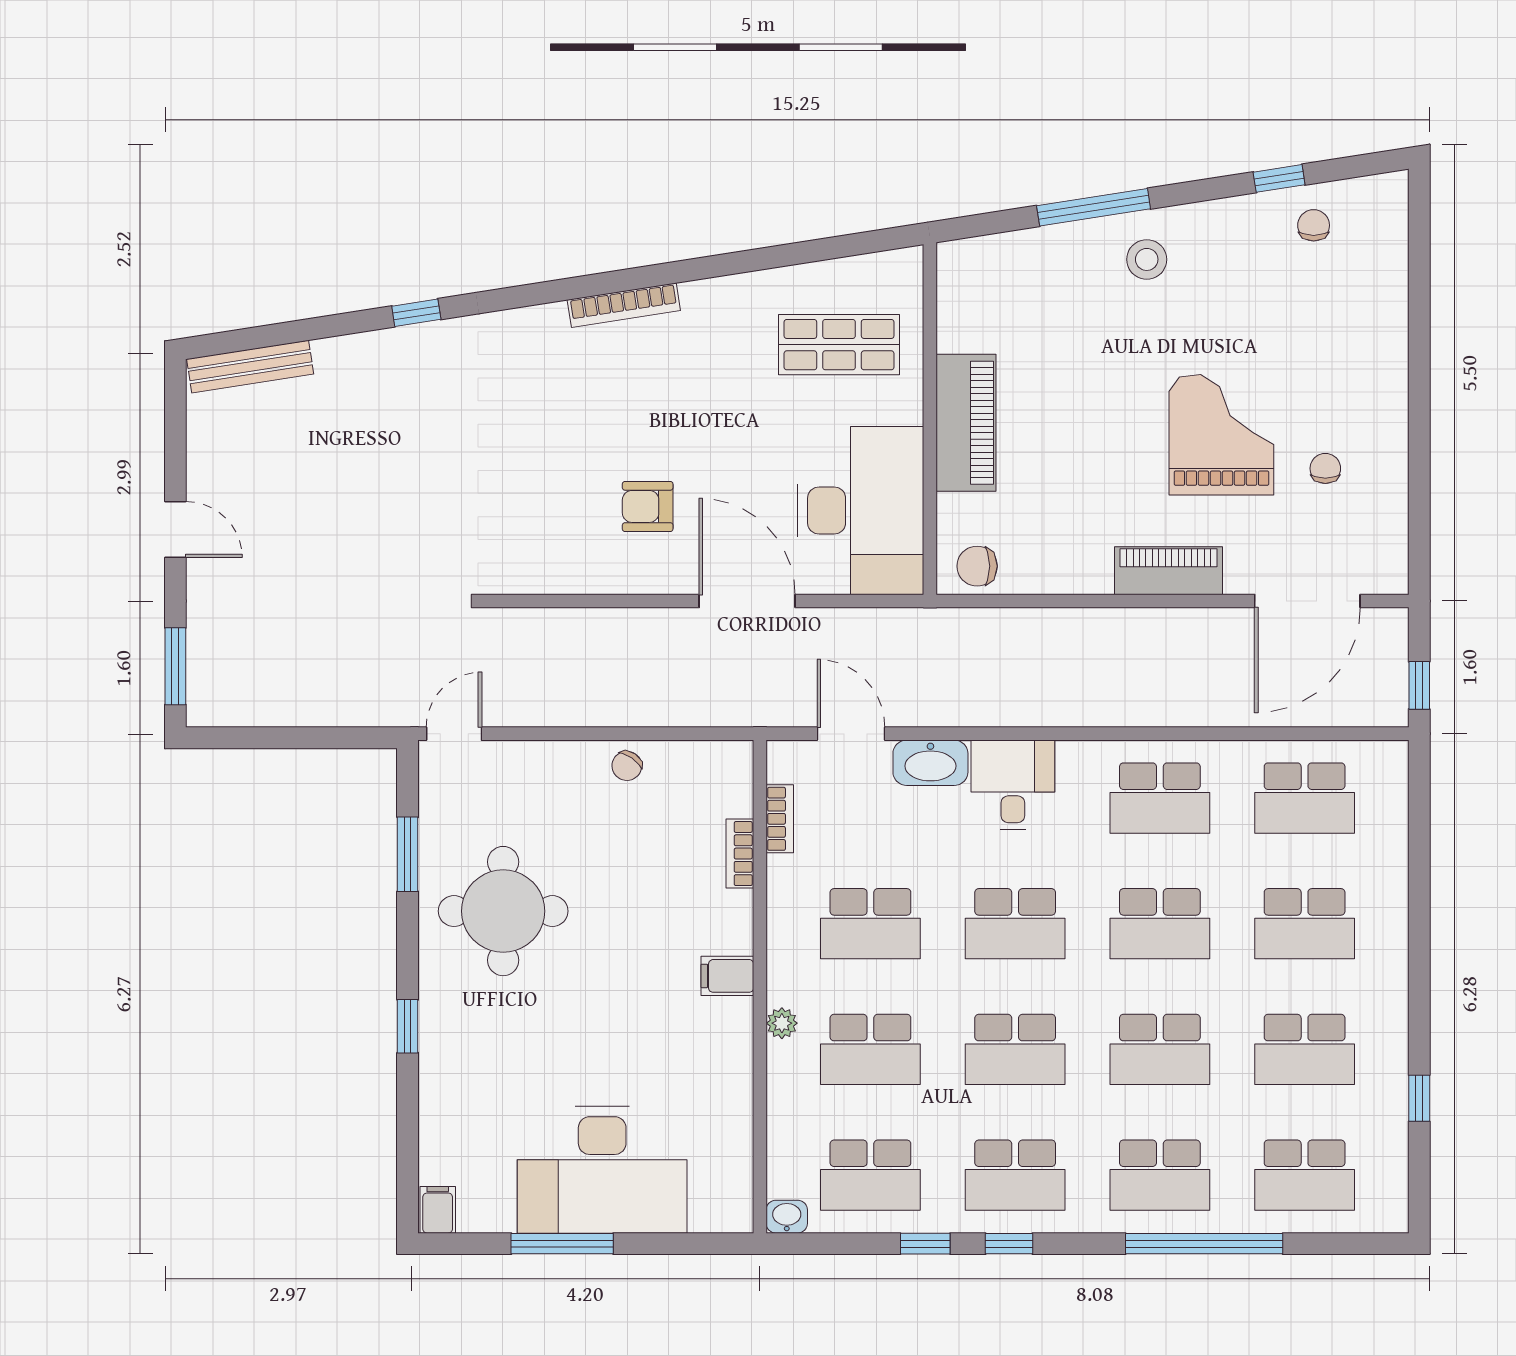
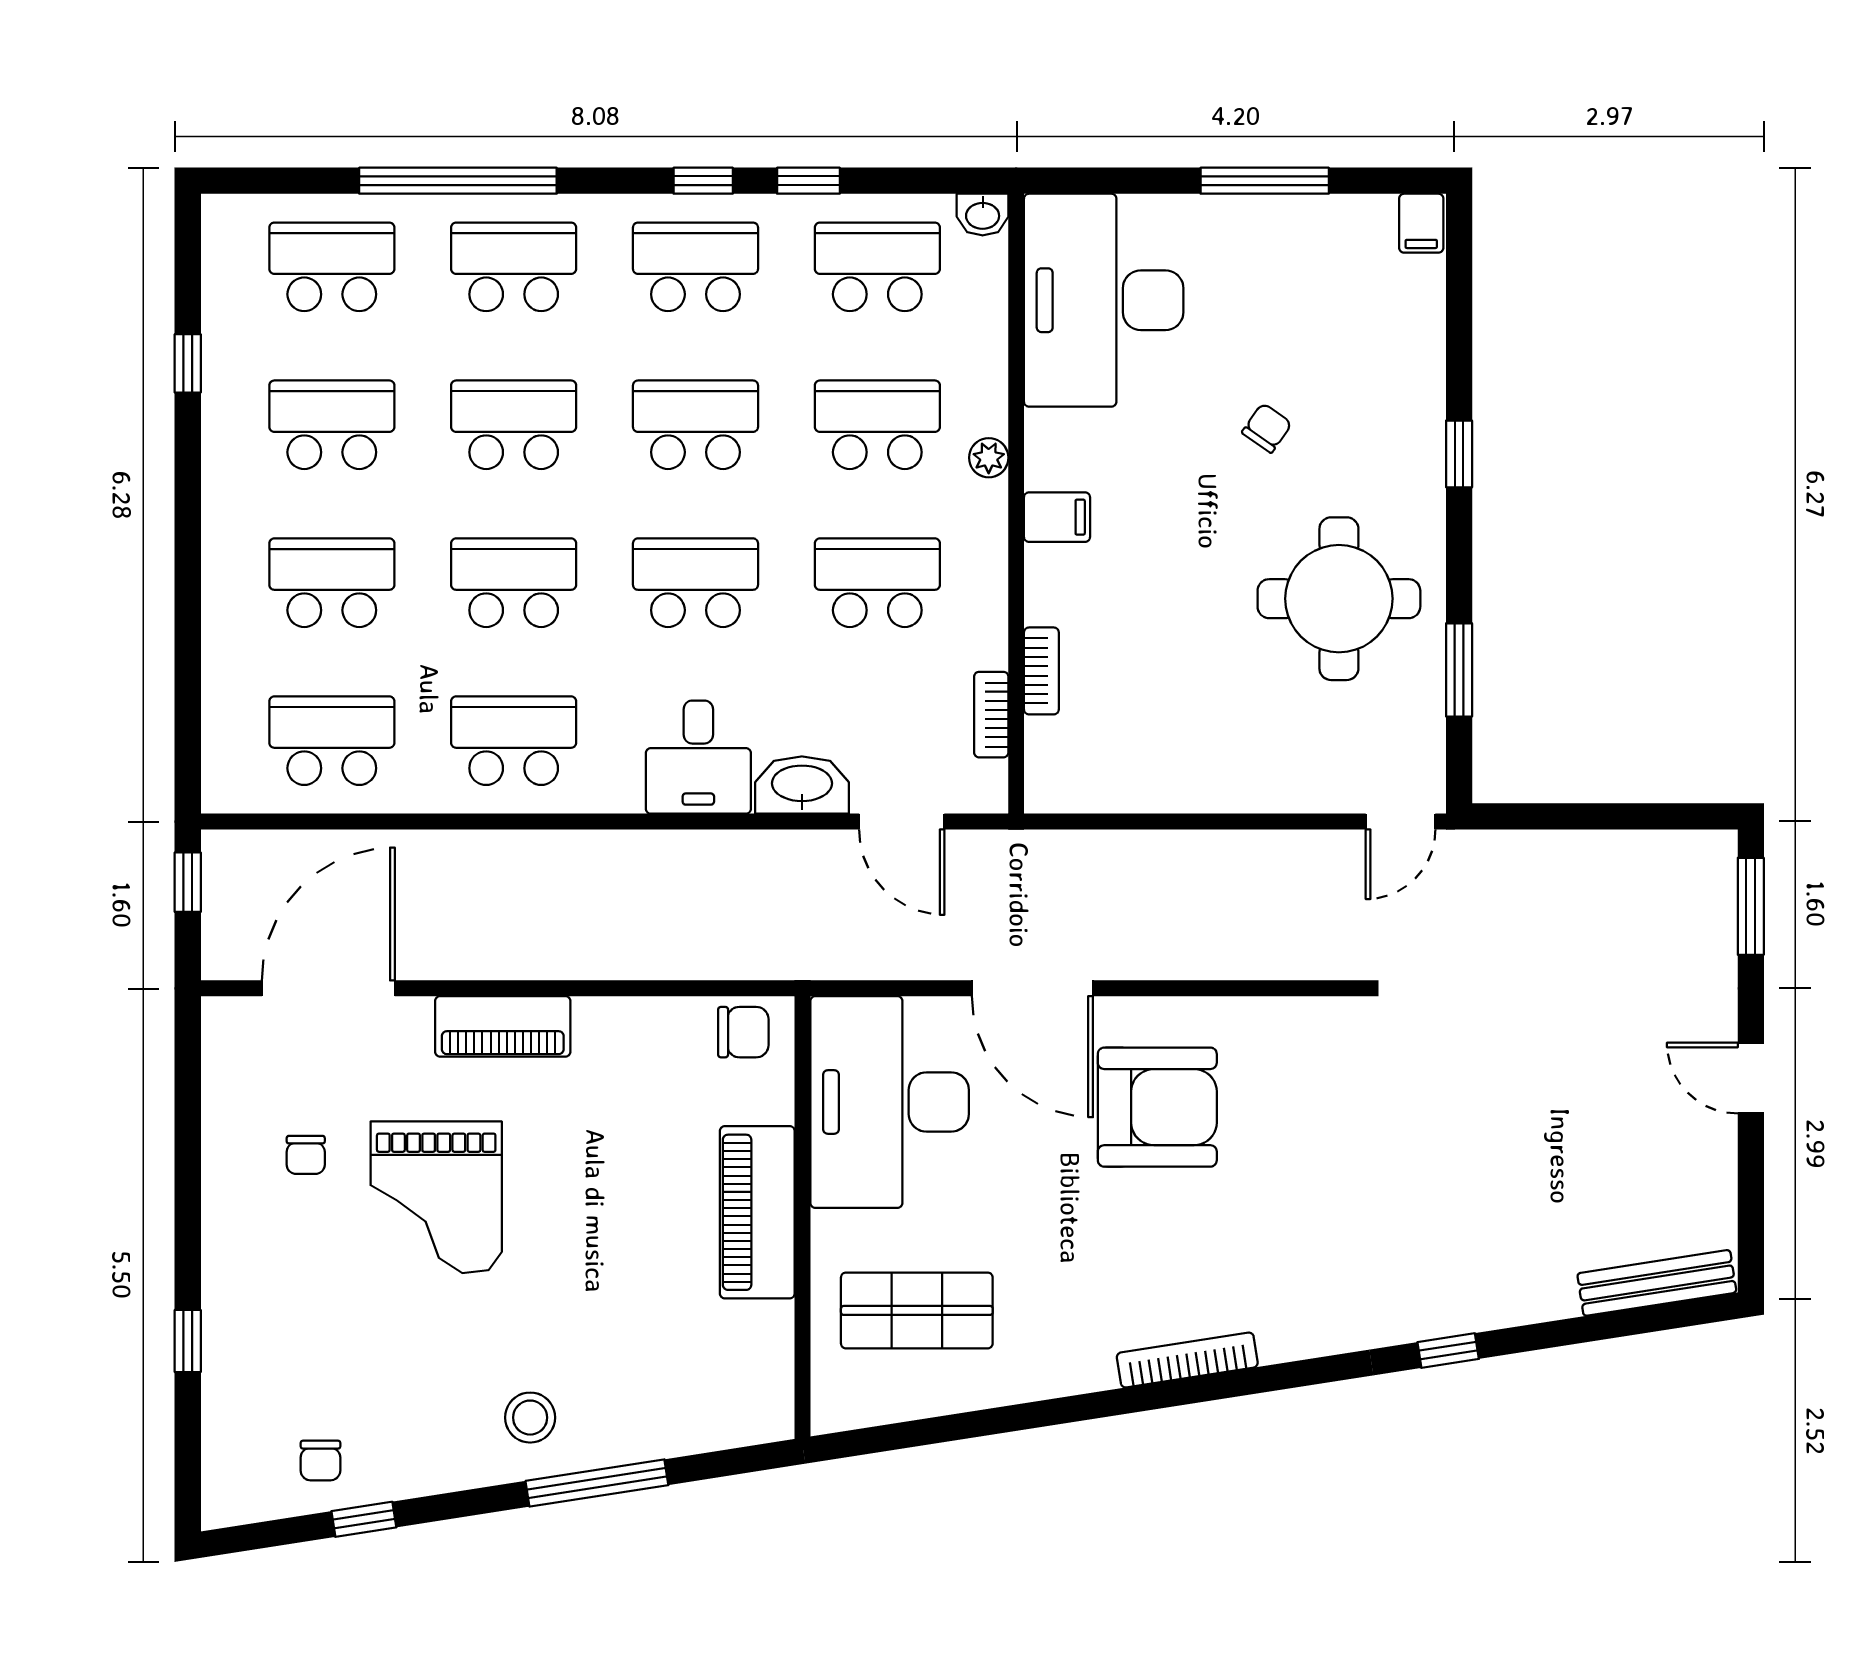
window: (1419, 320) -> (188, 1341), added
armchair: (648, 506) -> (1157, 1107), width x1.88, depth x1.88
chair: (627, 766) -> (1267, 428), moved
desk: (602, 1170) -> (1104, 300), moved, turned -90

